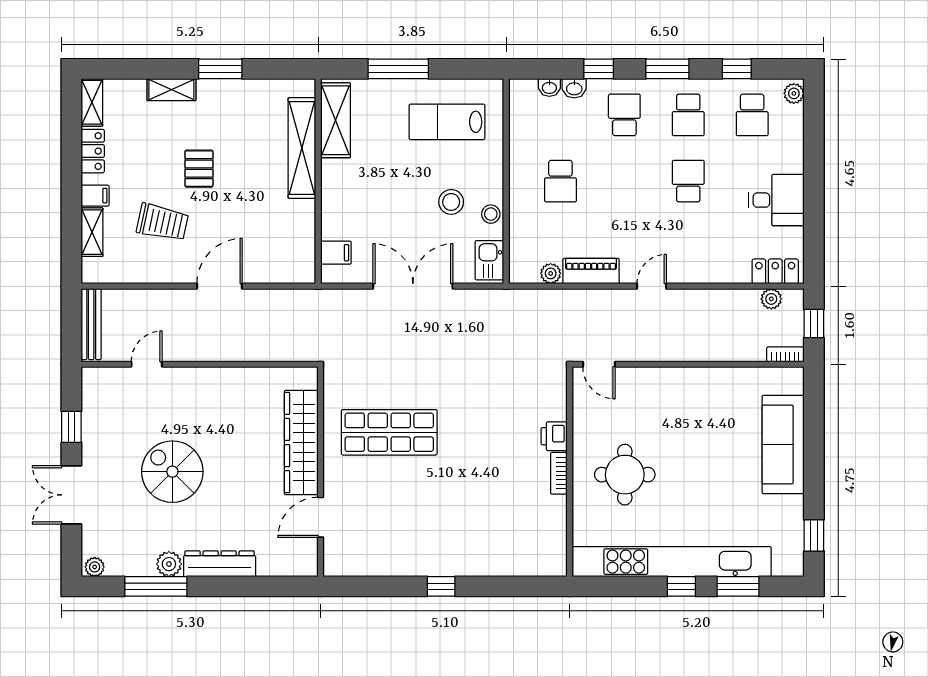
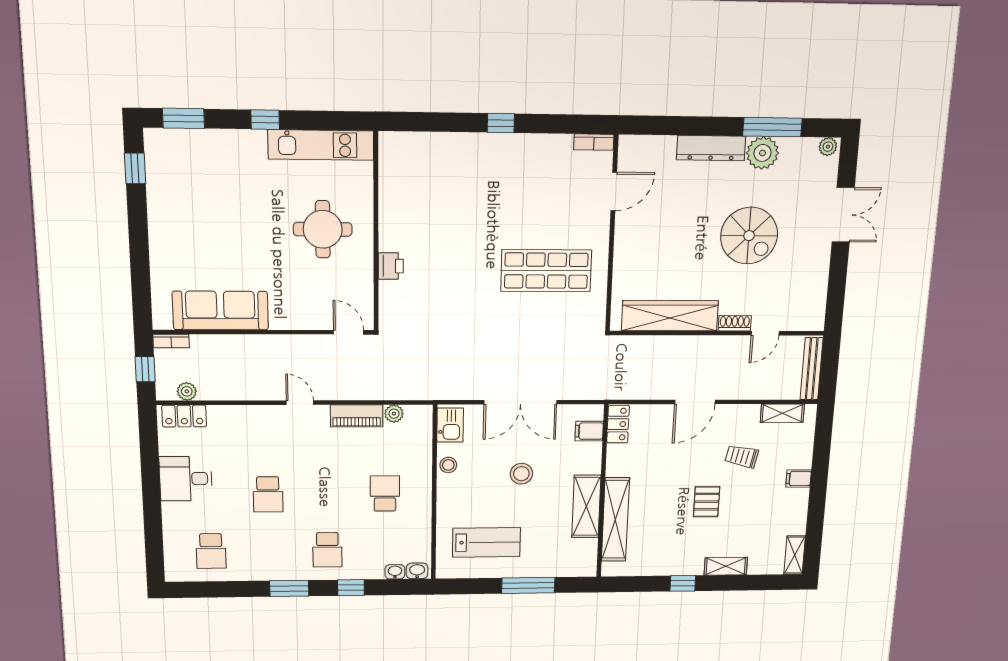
window: (220, 69) -> (683, 583), width x0.67
window: (737, 69) -> (227, 589), removed
washbasin: (574, 88) -> (417, 571), moved
plant: (794, 93) -> (174, 569), removed
school desk: (688, 115) -> (269, 550), removed
school desk: (752, 115) -> (211, 551), turned 180
shelving: (335, 120) -> (586, 506), moved
locker: (93, 151) -> (618, 424), moved, turned 180
stool: (451, 202) -> (521, 474), moved
trolley: (162, 222) -> (742, 456), width x0.73, depth x0.72
shelving: (92, 232) -> (782, 413), moved, turned 90
door: (652, 286) -> (300, 403), swing flipped
shoe rack: (181, 375) -> (735, 323), added
window: (71, 427) -> (837, 277), removed
wardrobe: (301, 442) -> (670, 316), moved, turned -90
sofa: (783, 445) -> (220, 310), moved, turned -90
bookcase: (559, 473) -> (594, 142), moved, turned 90
kitchen unit: (672, 562) -> (321, 145), width x0.54
plant: (169, 564) -> (763, 153), width x1.36, depth x1.36
window: (738, 586) -> (183, 118), moved

